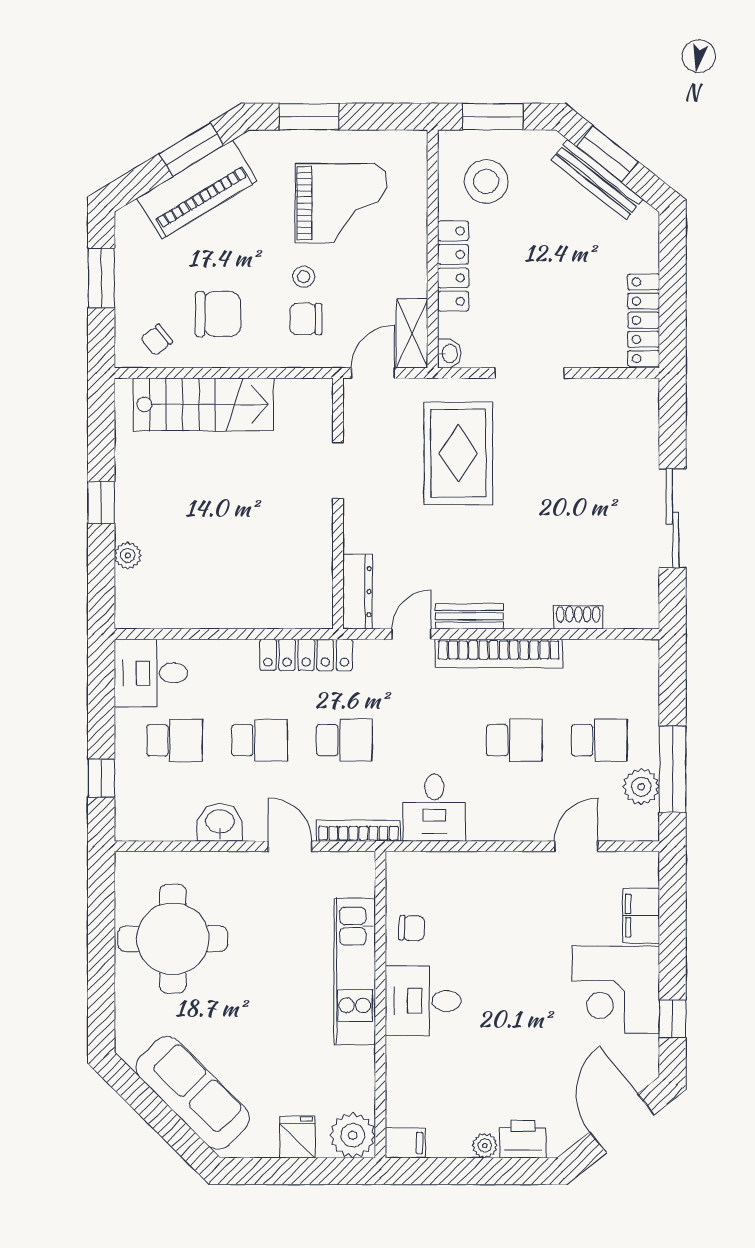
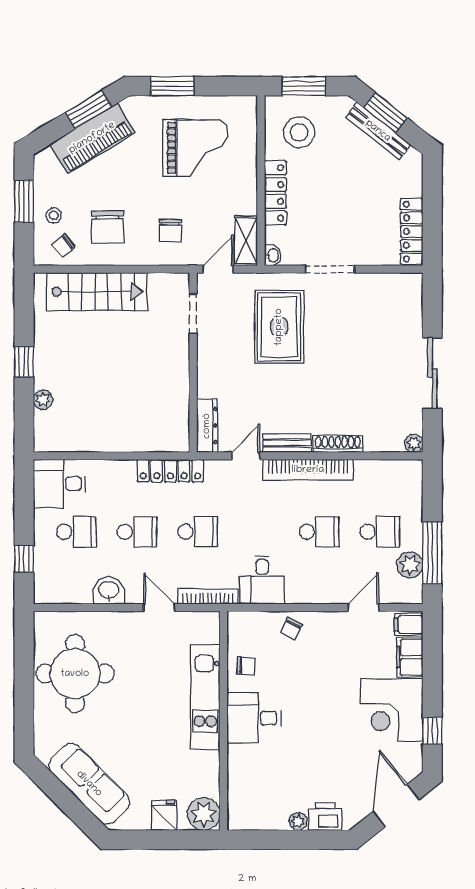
stool: (304, 277) -> (54, 215), moved
chair: (218, 314) -> (108, 227), turned 89
chair: (306, 319) -> (170, 231), turned -90
doorway: (338, 471) -> (193, 314), moved
plant: (647, 616) -> (414, 443), added
shoe rack: (578, 617) -> (338, 444), moved, width x1.43
chair: (475, 876) -> (291, 629), added
filing cabinet: (405, 1143) -> (409, 625), moved, turned 180

